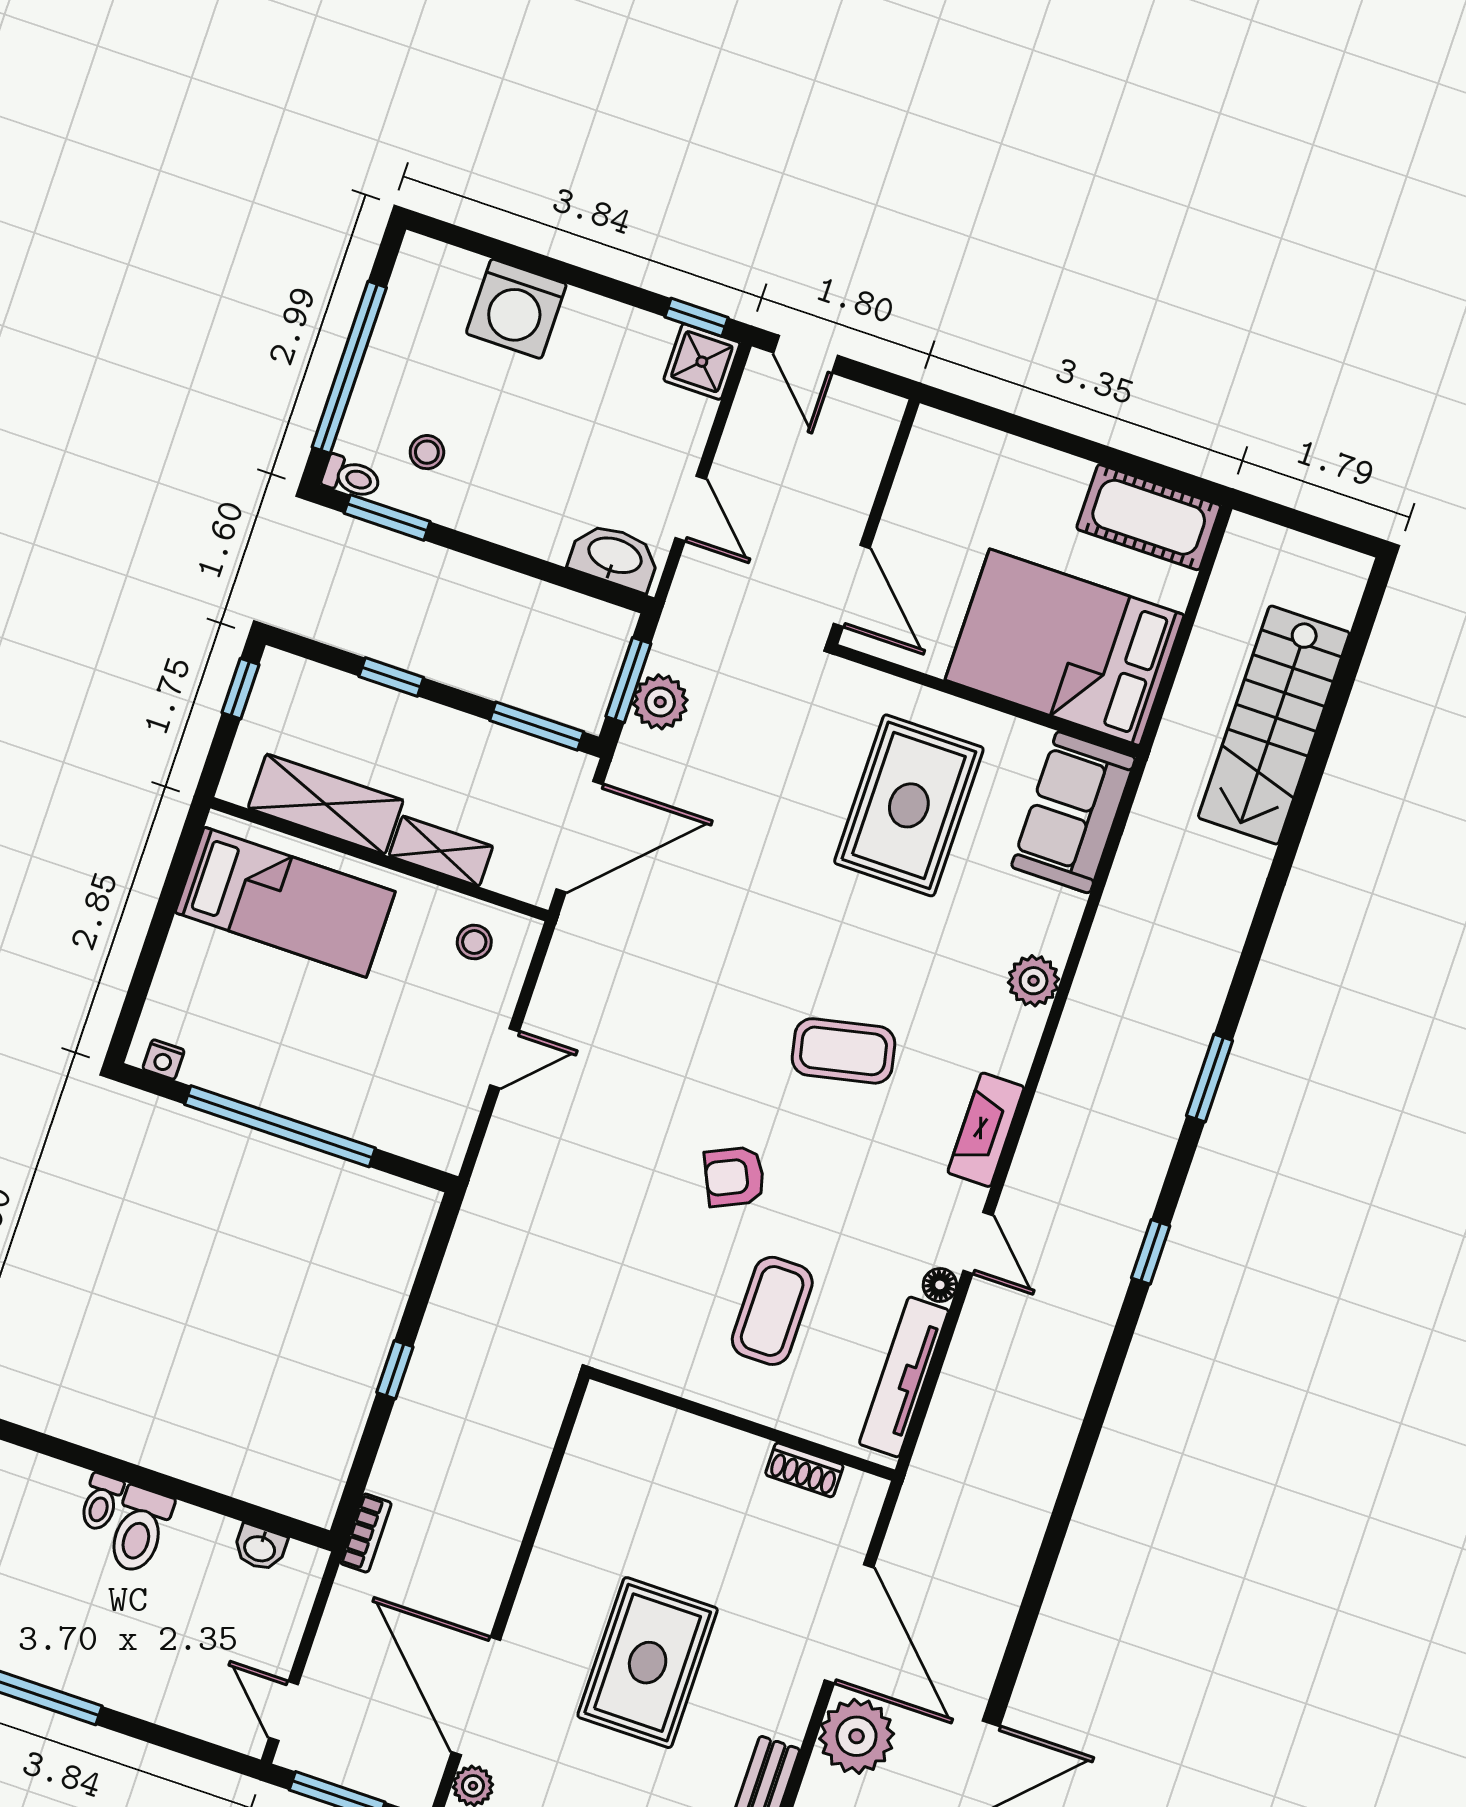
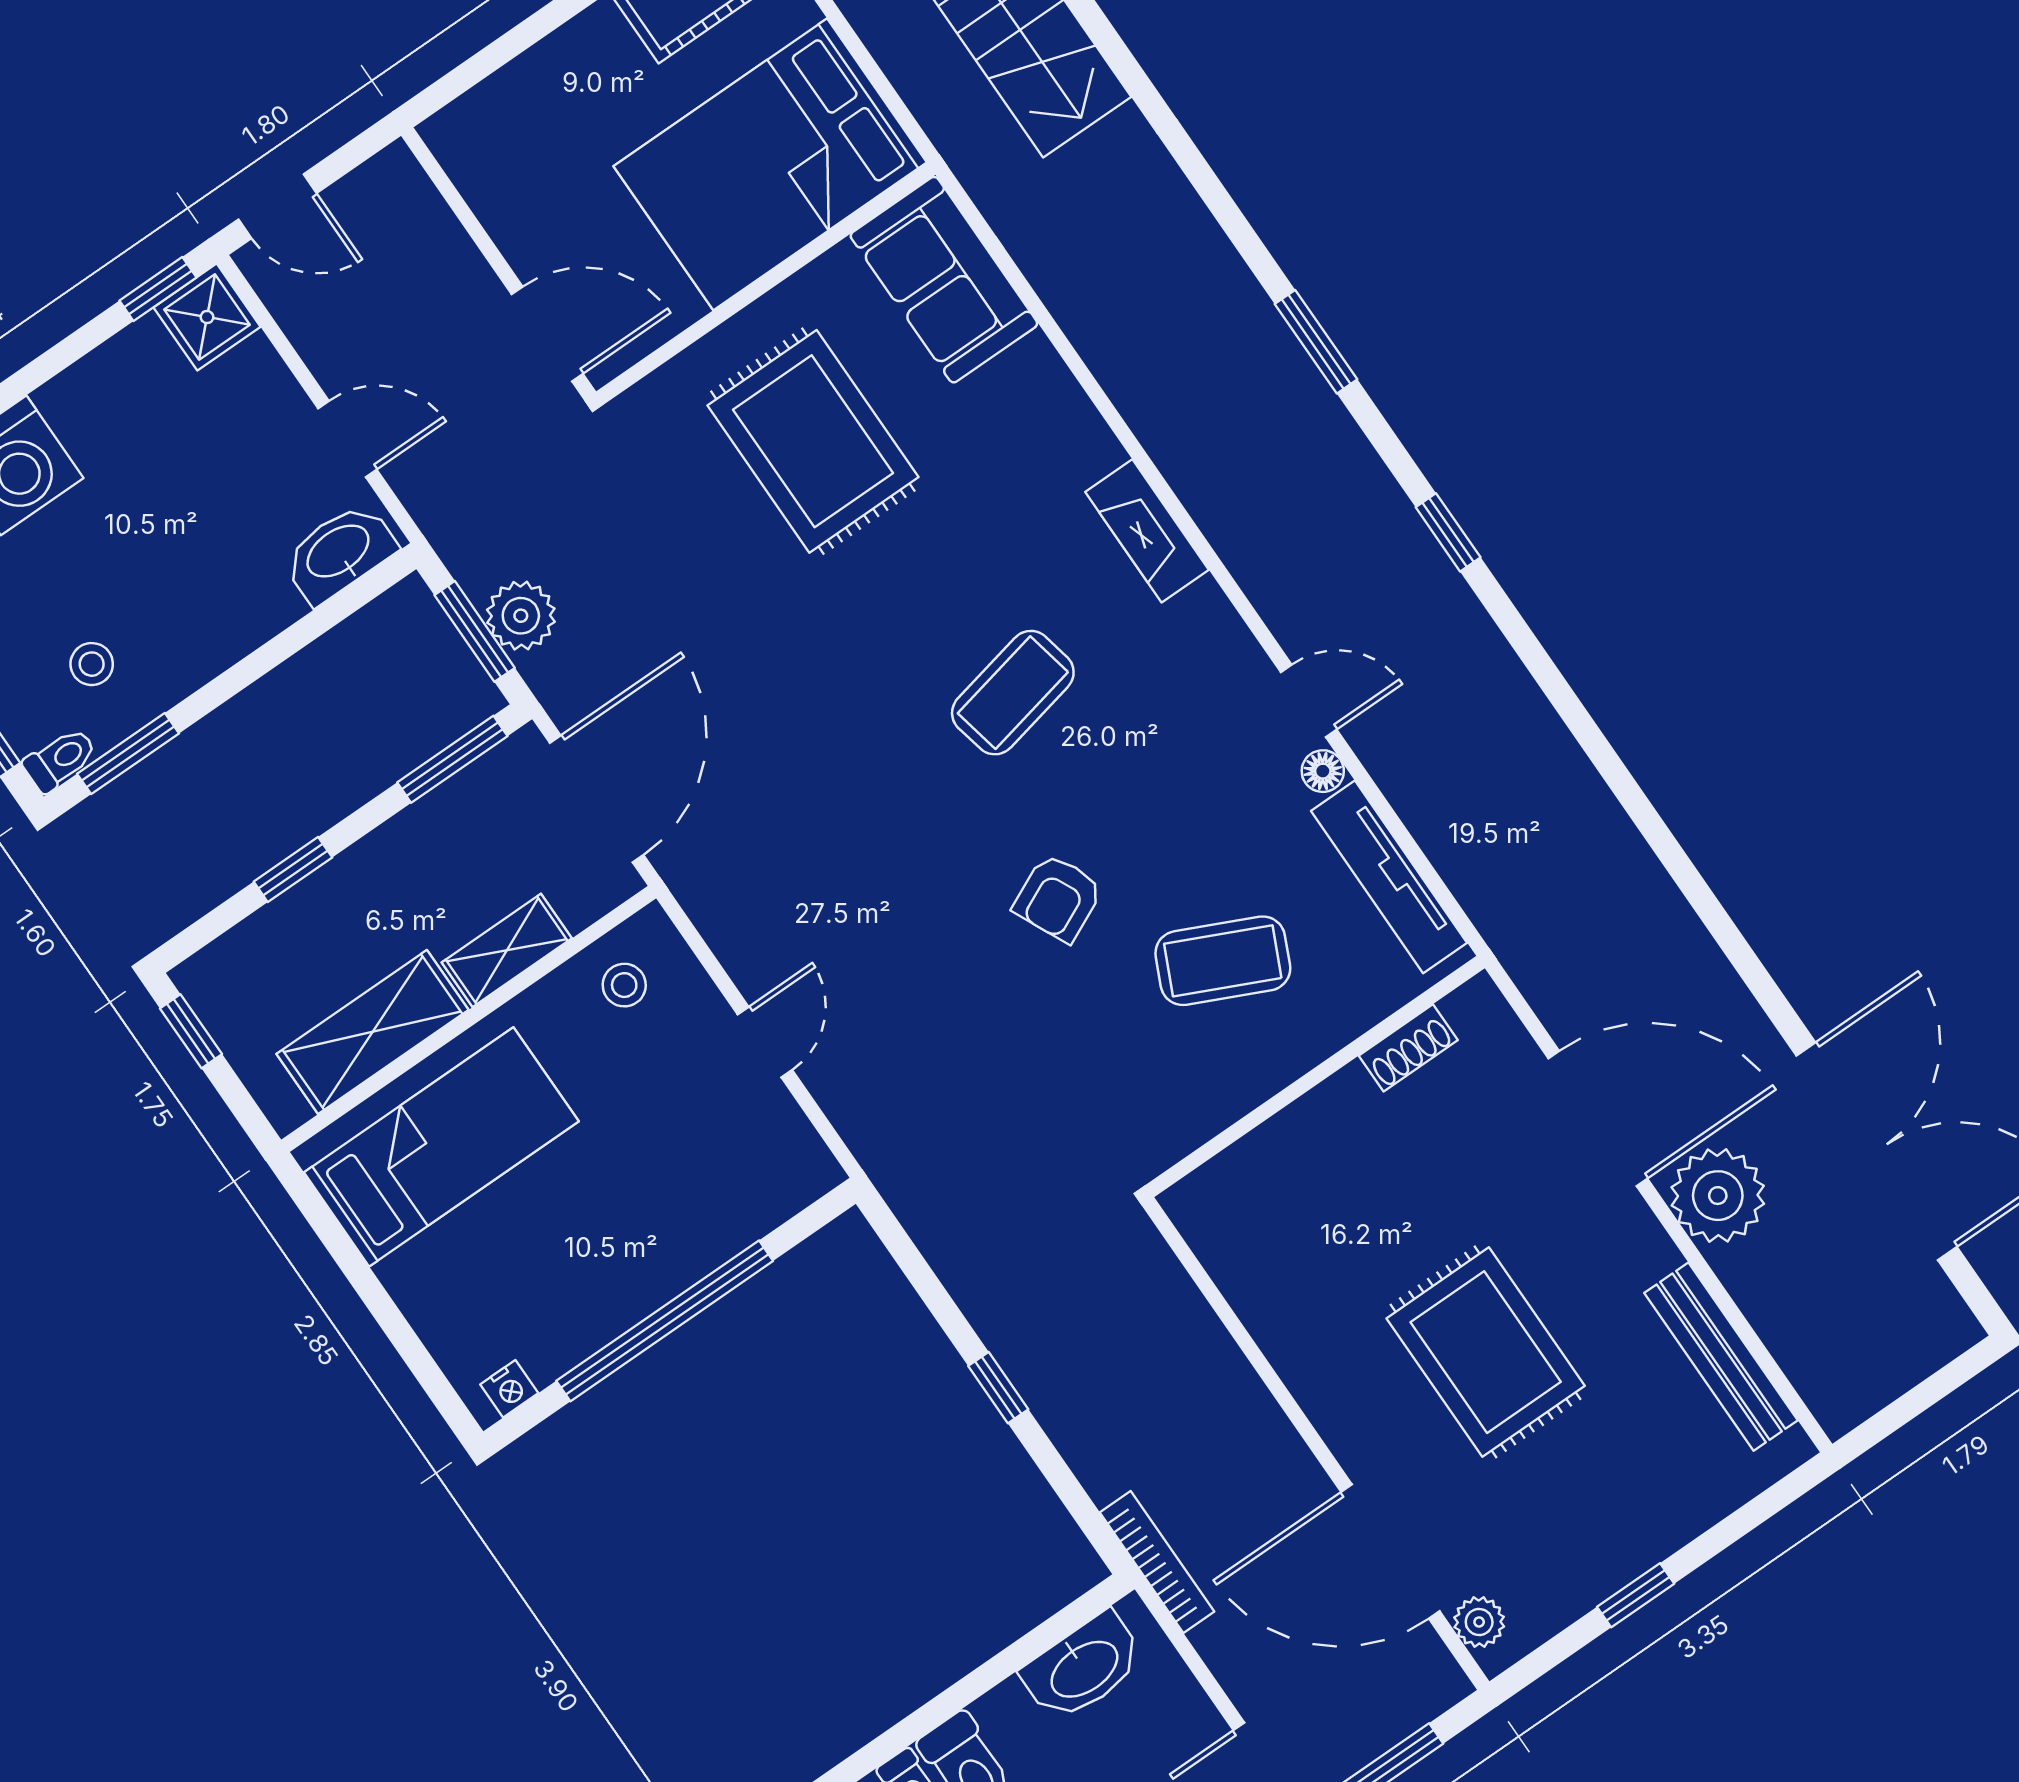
plant: (1034, 981) -> (1085, 447), removed
fireplace: (986, 1130) -> (1147, 531), moved
coffee table: (772, 1311) -> (1223, 961), turned -65
bookcase: (366, 1533) -> (1157, 1562), width x1.56
washbasin: (260, 1548) -> (1083, 1668), width x1.91, depth x1.45

